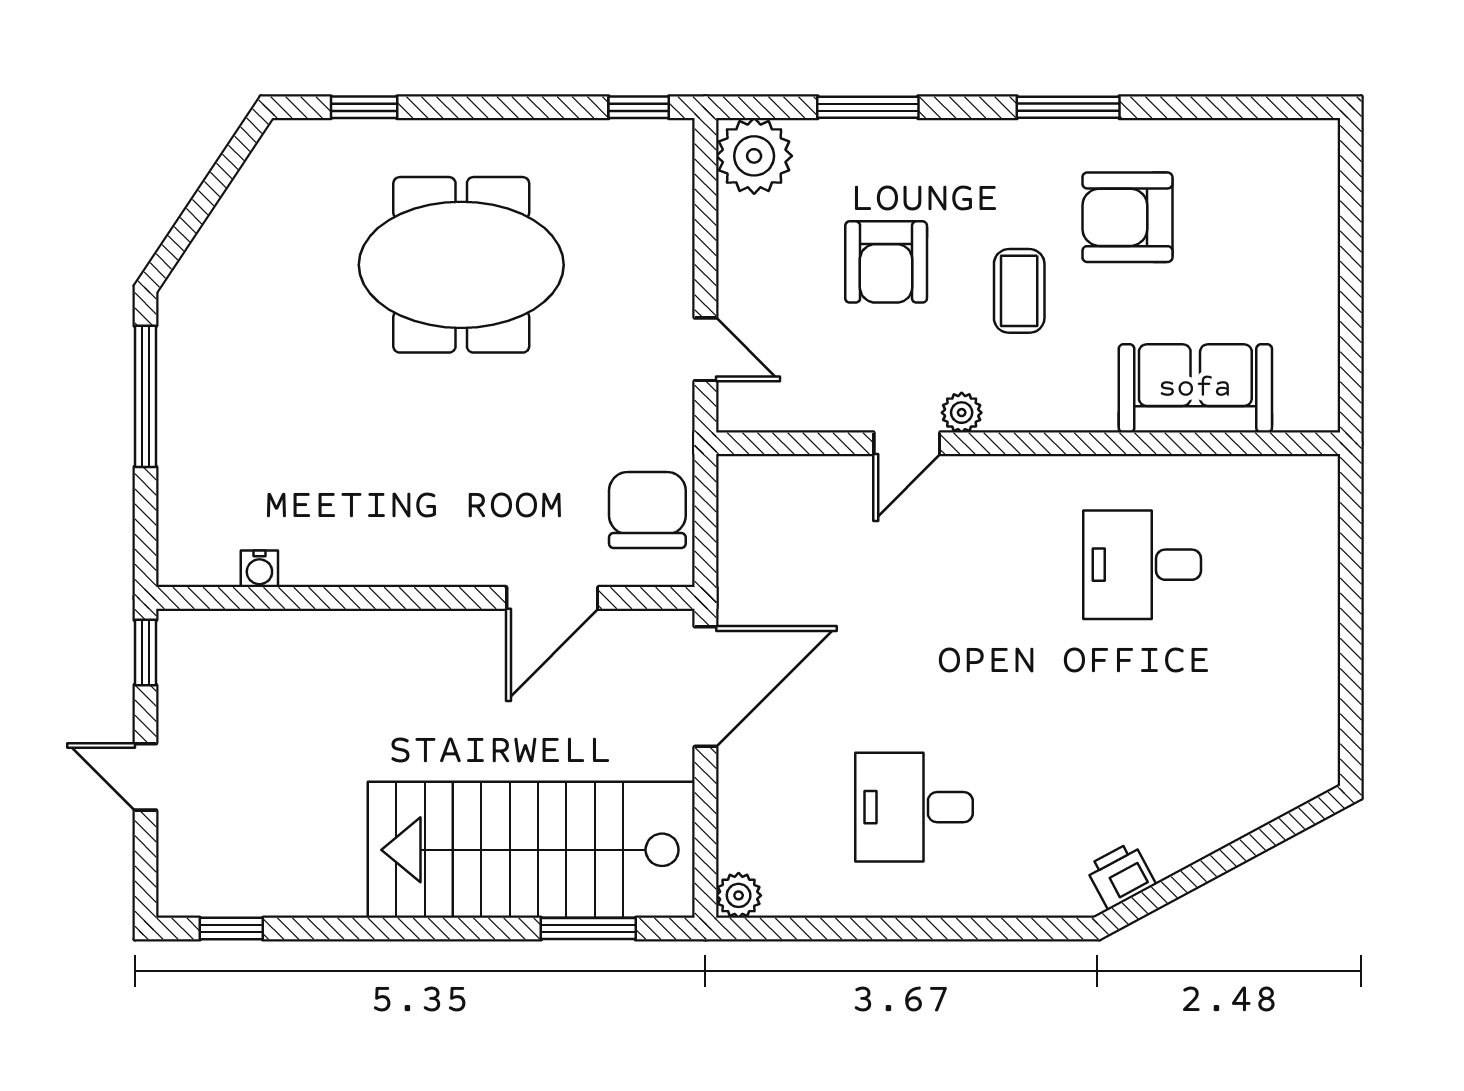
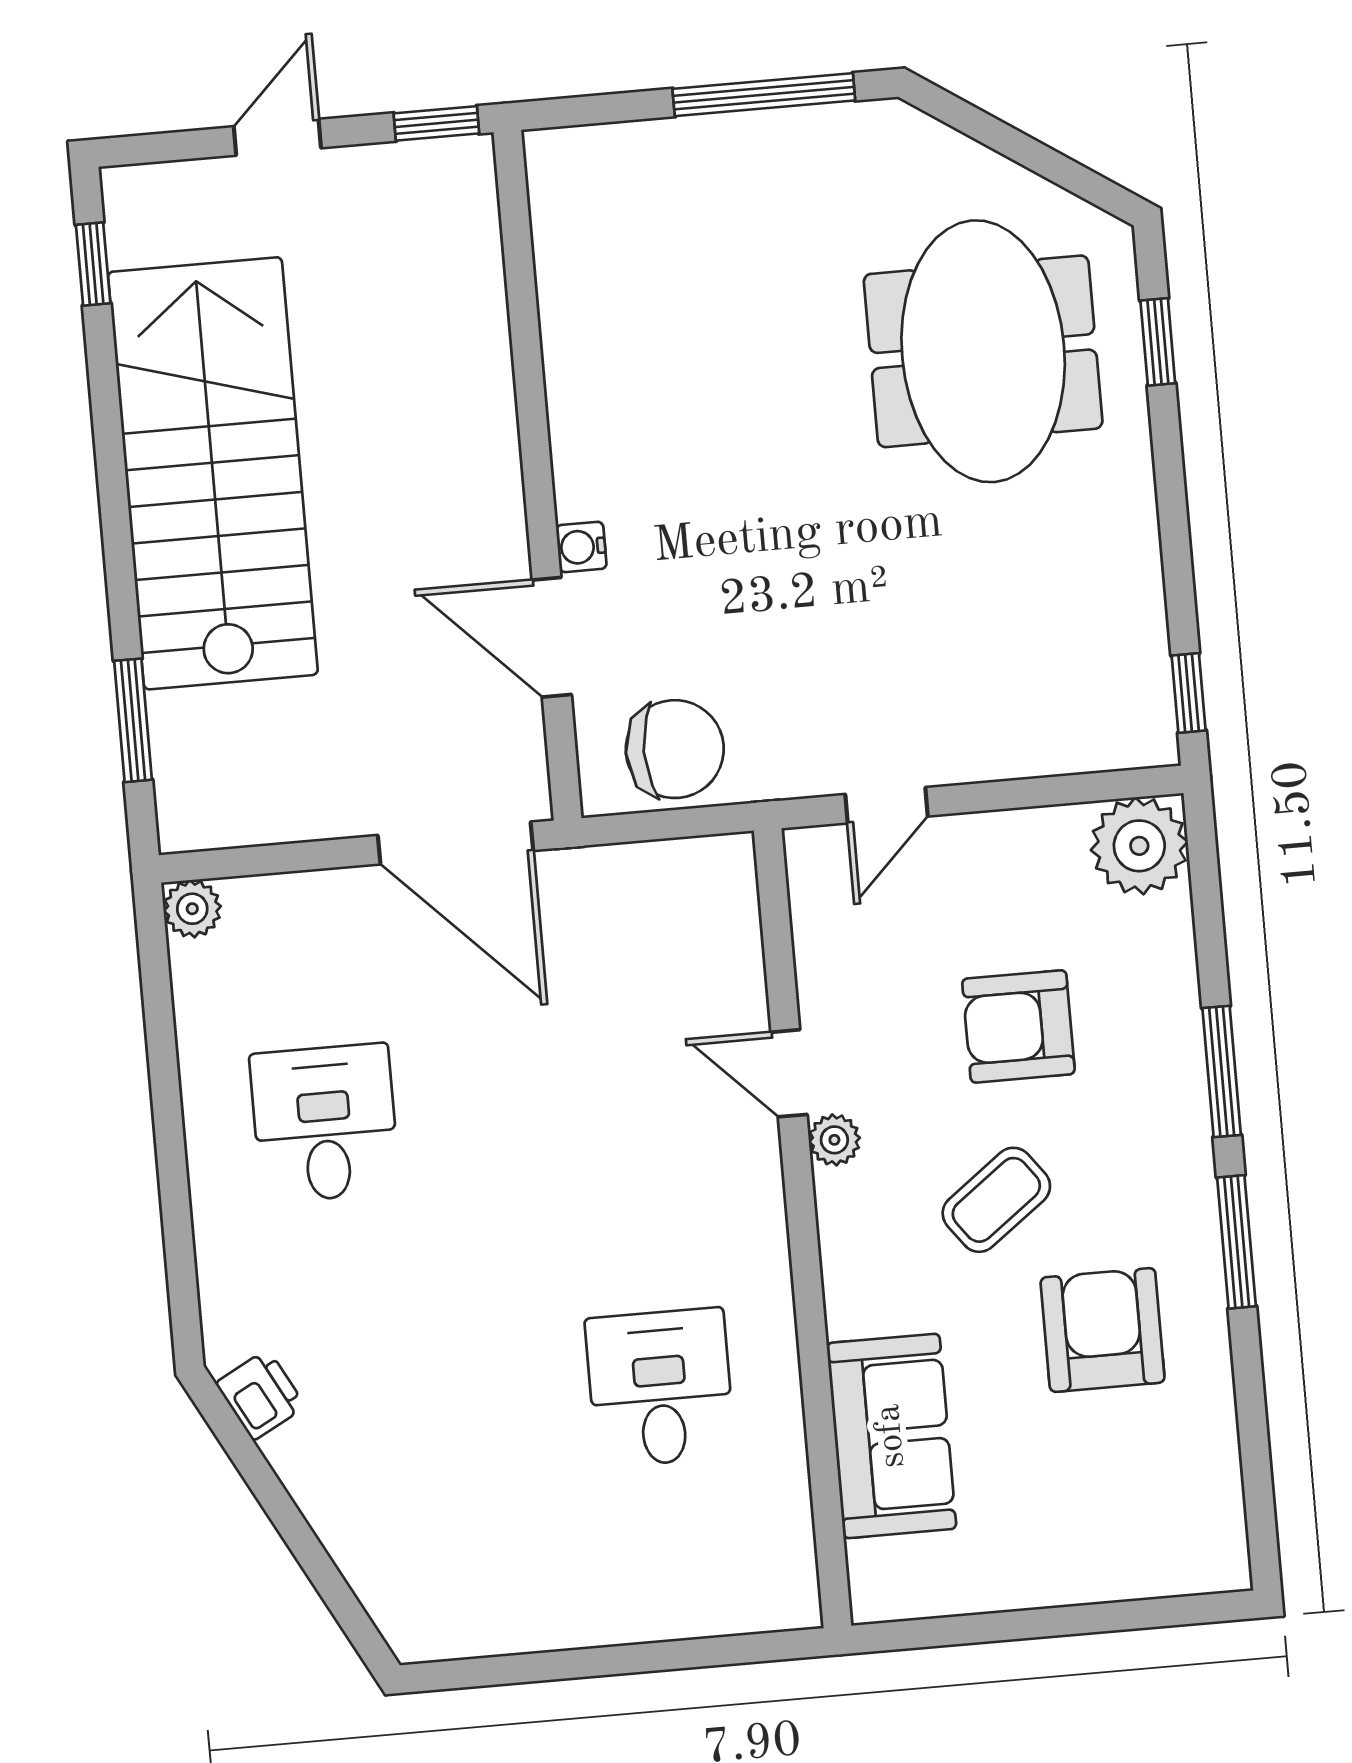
window: (868, 107) -> (1222, 1071), moved
meeting table: (461, 265) -> (983, 351), moved
coffee table: (1019, 291) -> (996, 1200), turned -37
water cooler: (259, 569) -> (581, 547), moved
stairs: (531, 850) -> (213, 473), moved

